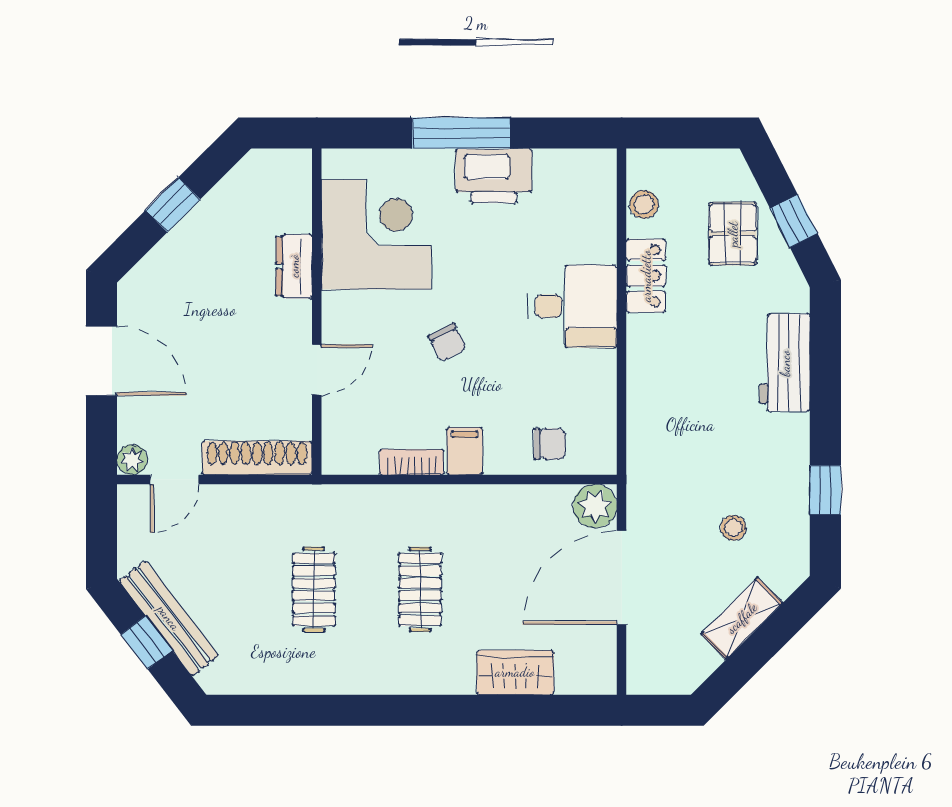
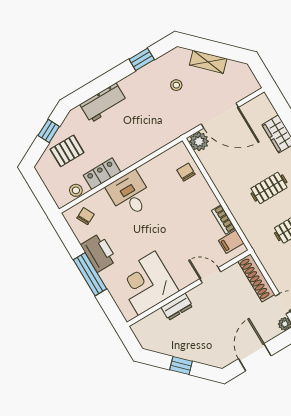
chair: (447, 342) -> (86, 216), moved
filing cabinet: (465, 451) -> (231, 242), moved

